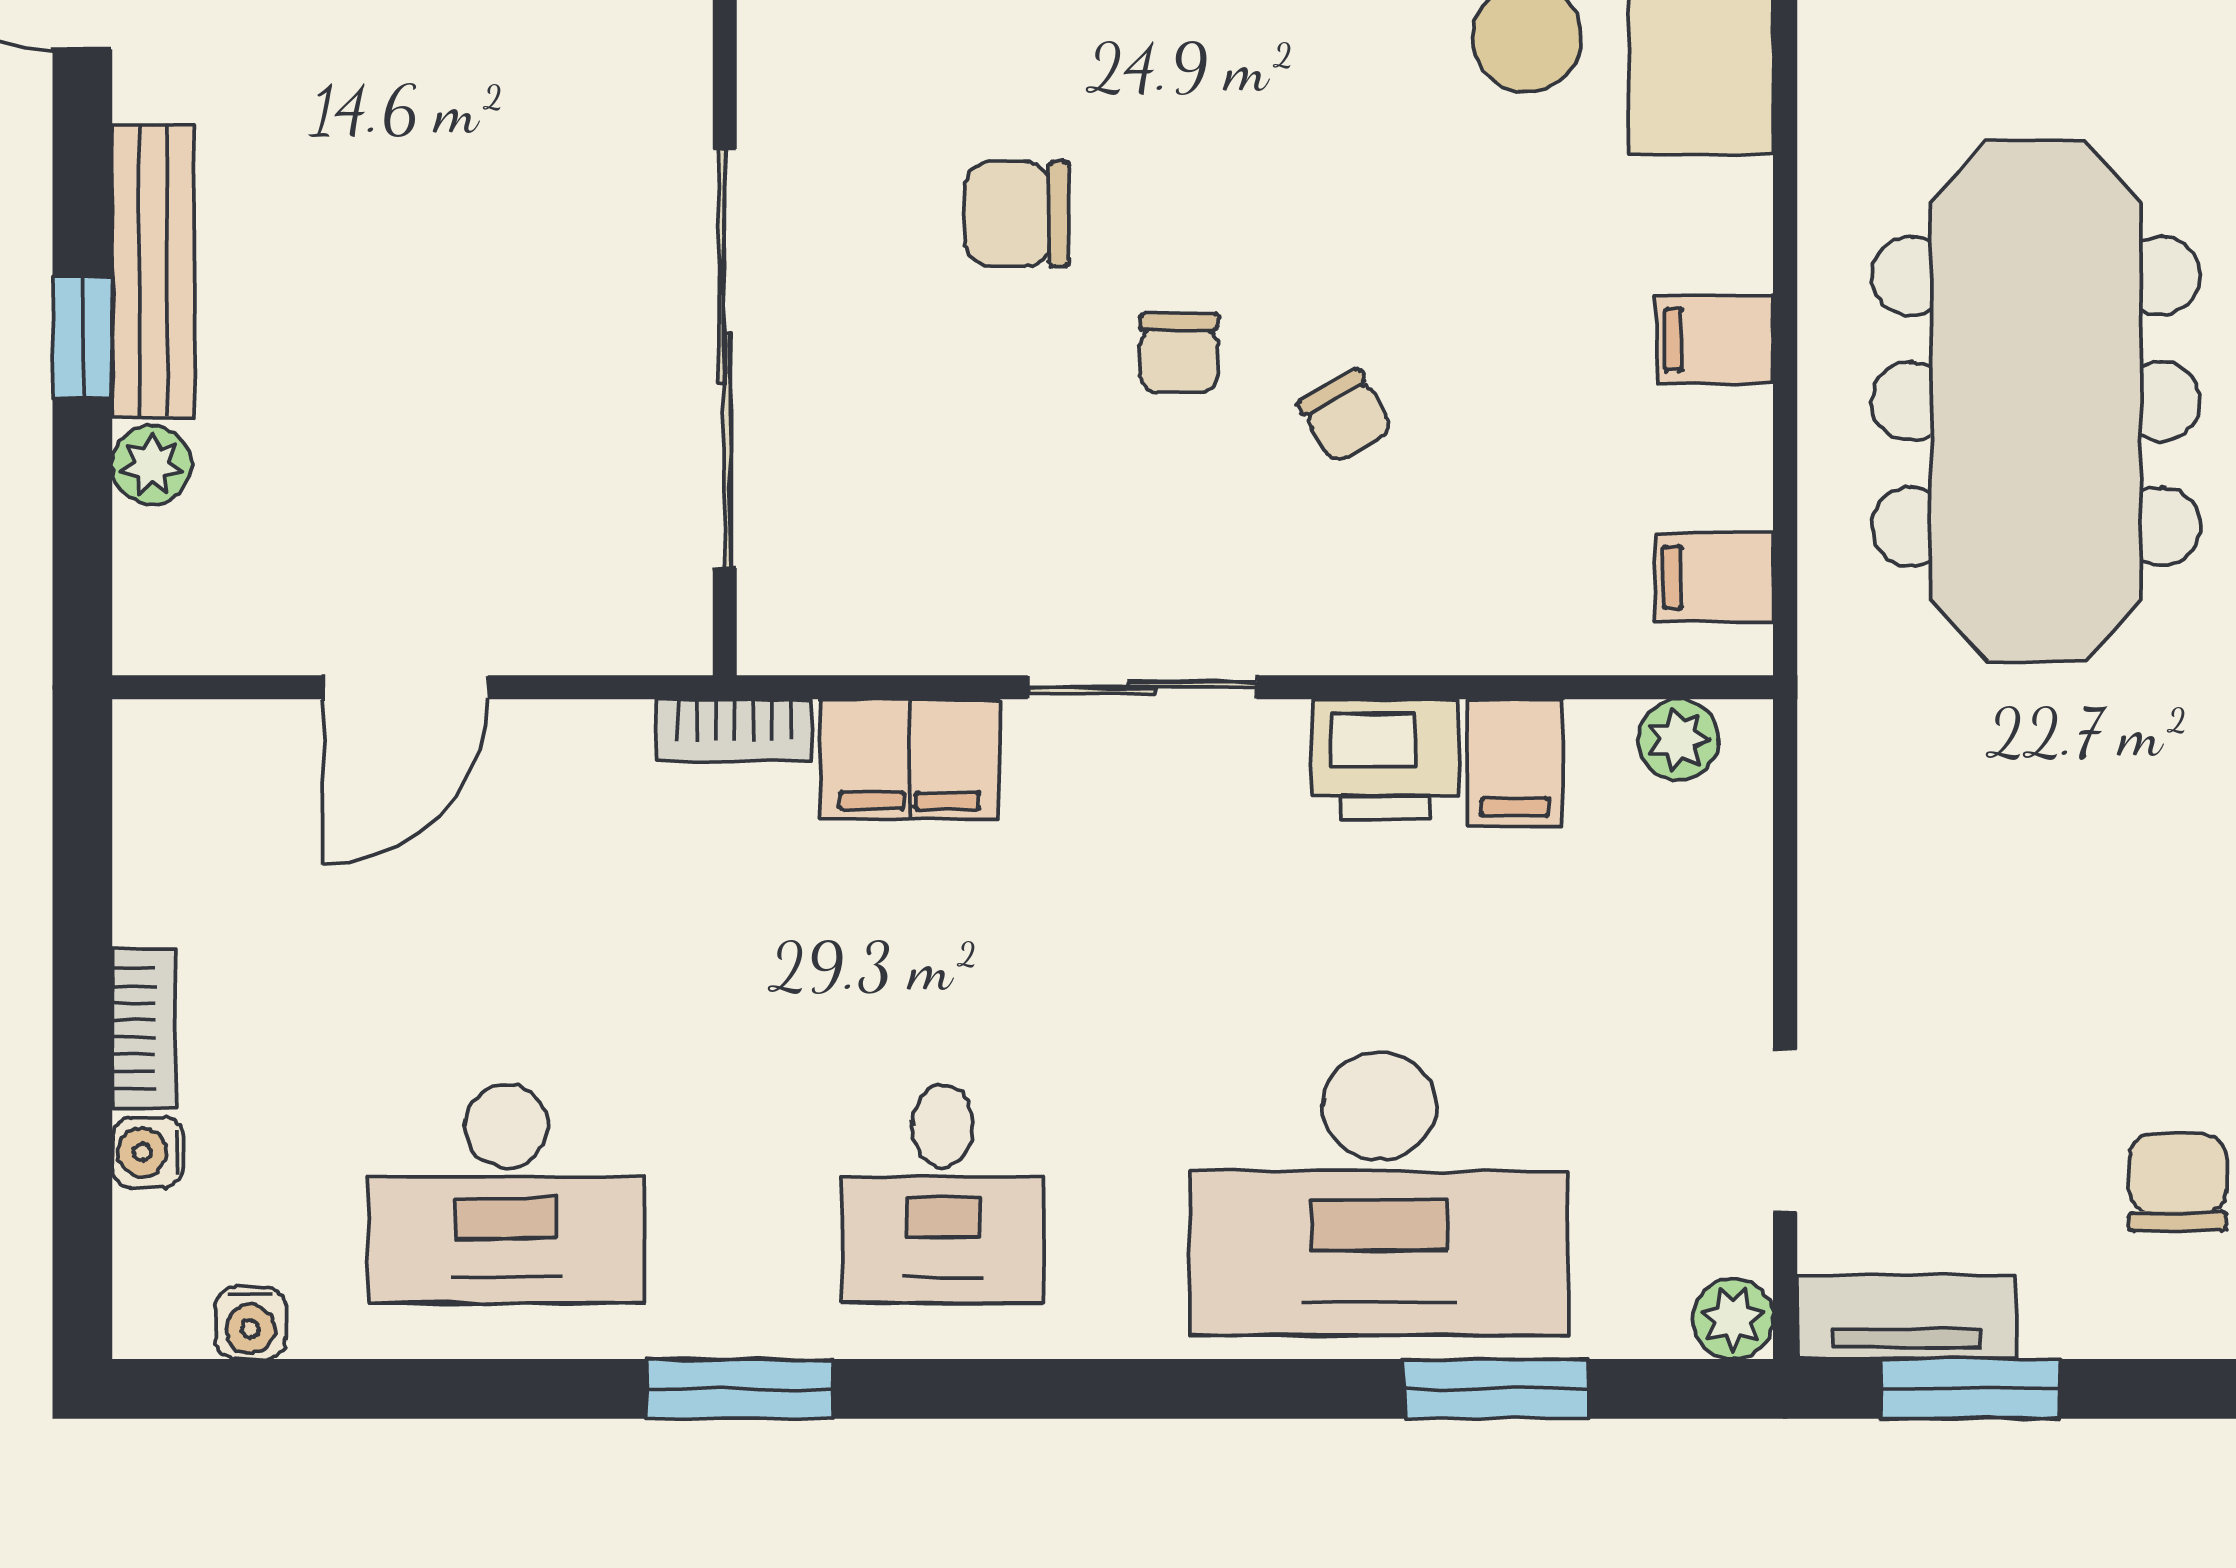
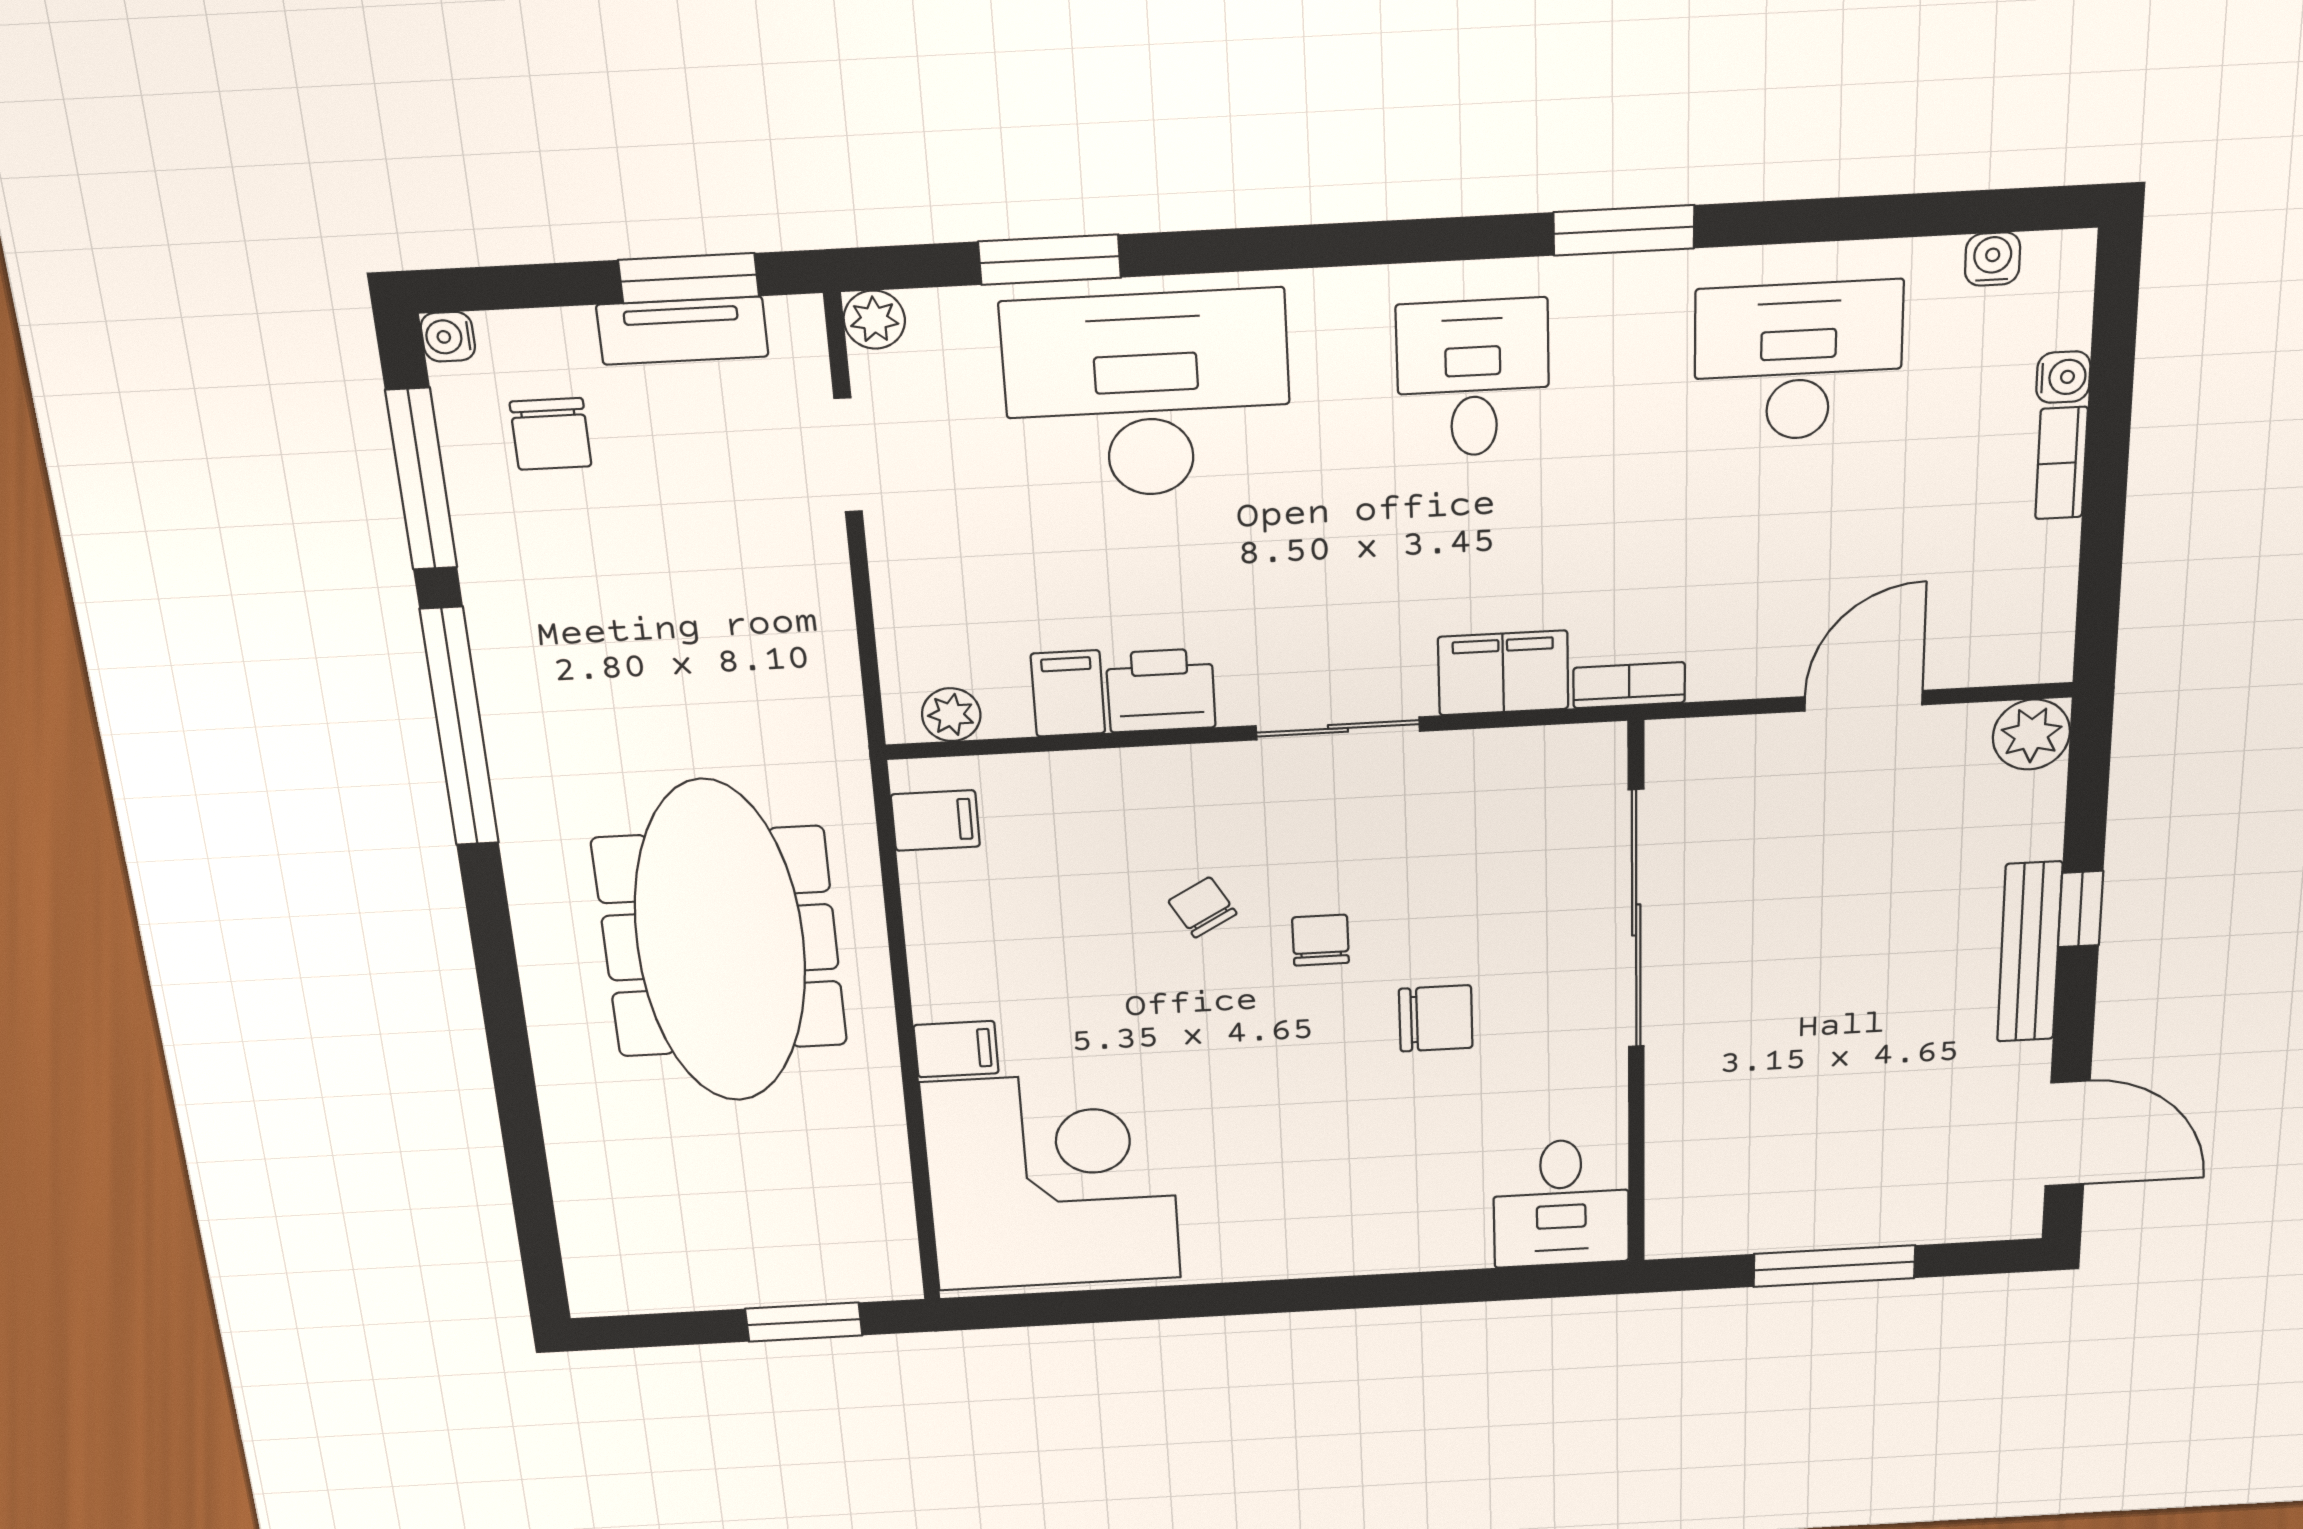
filing cabinet: (1715, 340) -> (956, 1049), moved
plant: (152, 465) -> (2031, 735), moved, width x1.38, depth x1.38
tv unit: (1906, 1317) -> (682, 331), moved

